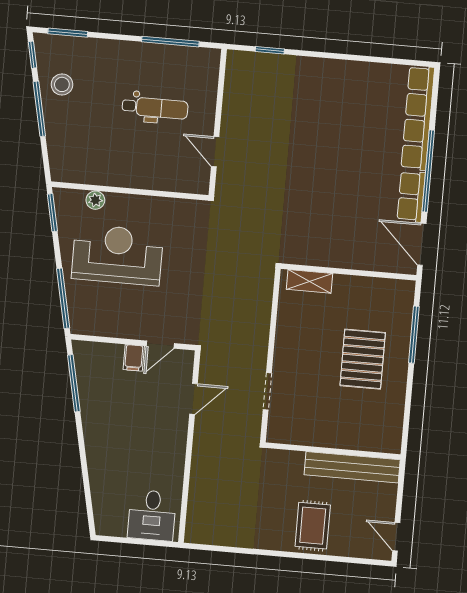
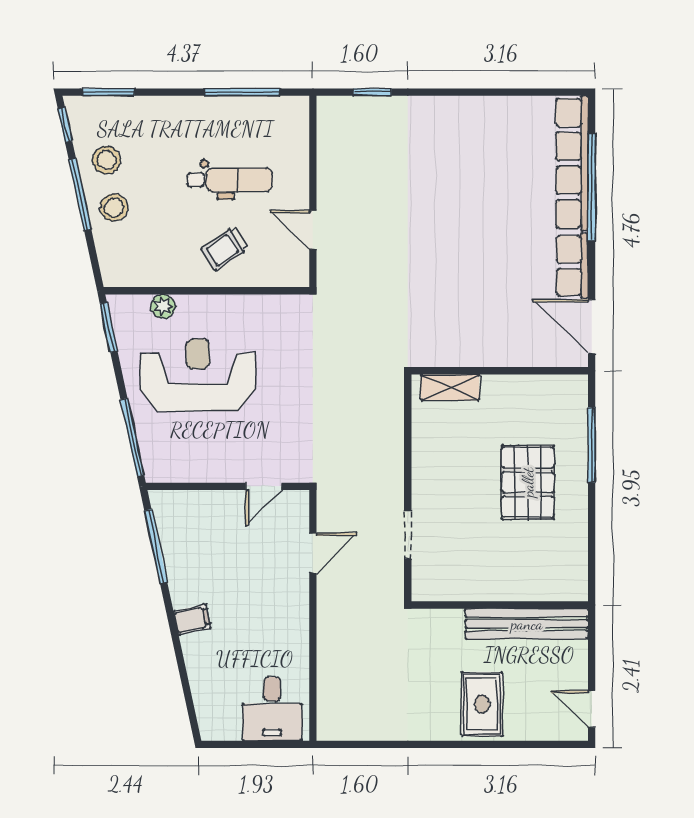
stool: (64, 121) -> (114, 208), added
trolley: (147, 160) -> (225, 249), added
window: (428, 171) -> (592, 187), moved
filing cabinet: (134, 358) -> (192, 620), moved, turned -102

